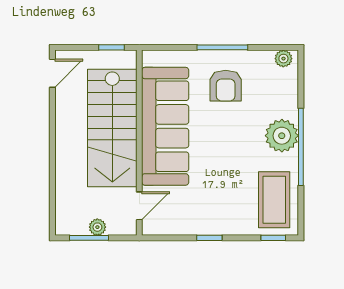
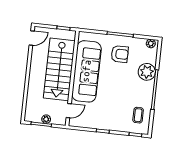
armchair: (226, 86) -> (120, 54), turned -90
plant: (282, 136) -> (147, 72), moved
coffee table: (274, 200) -> (138, 115), width x0.54, depth x0.58

